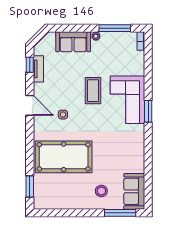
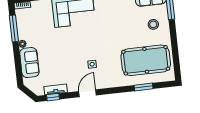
coffee table: (93, 91) -> (69, 41), removed
pool table: (64, 157) -> (146, 60), moved, turned 90
window: (30, 186) -> (144, 87), moved

